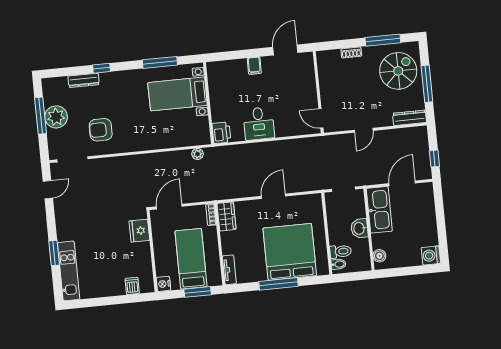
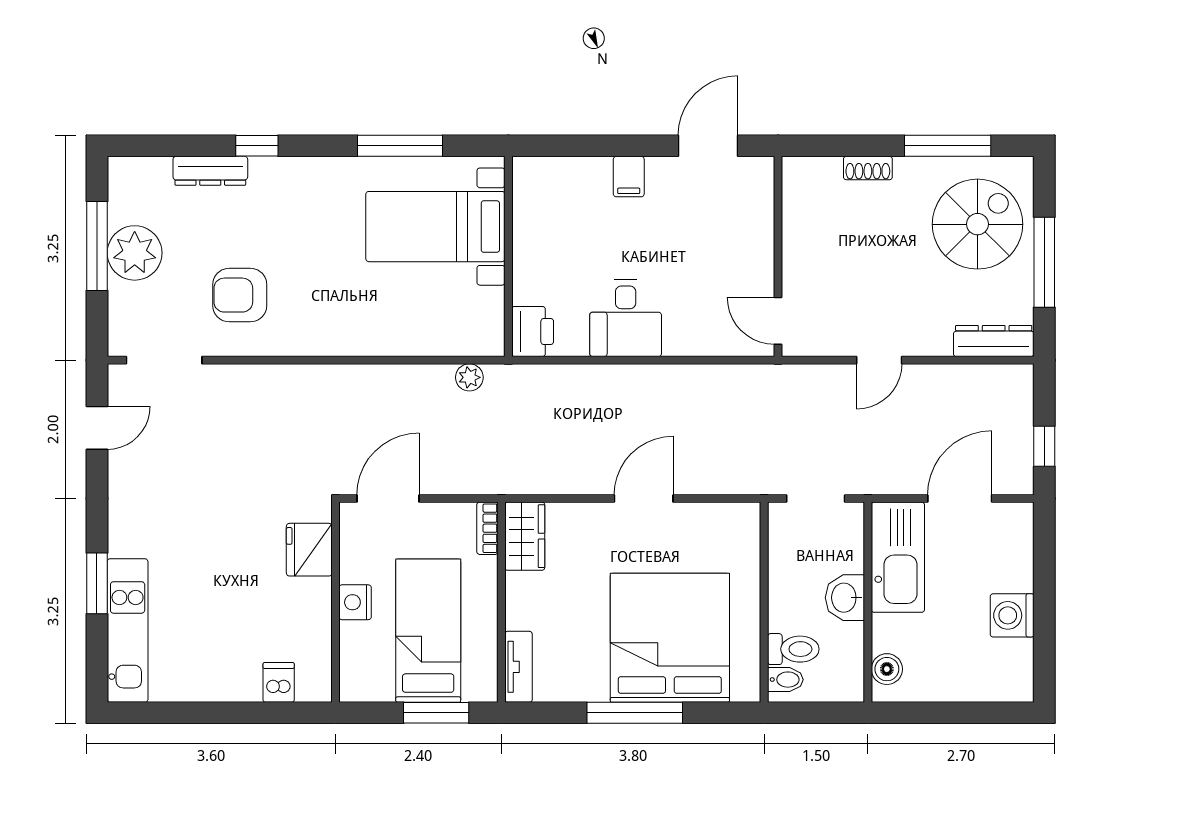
washing machine: (431, 255) -> (1012, 615), moved
nightstand: (163, 284) -> (355, 602), moved

